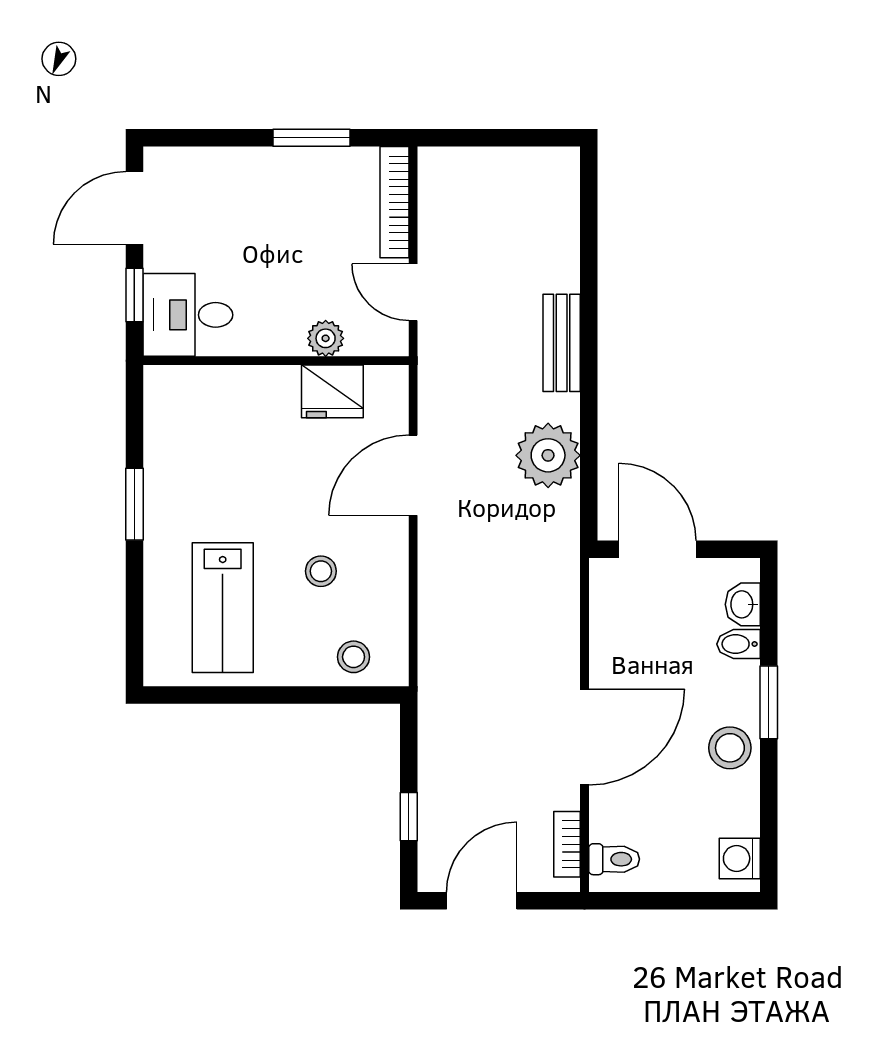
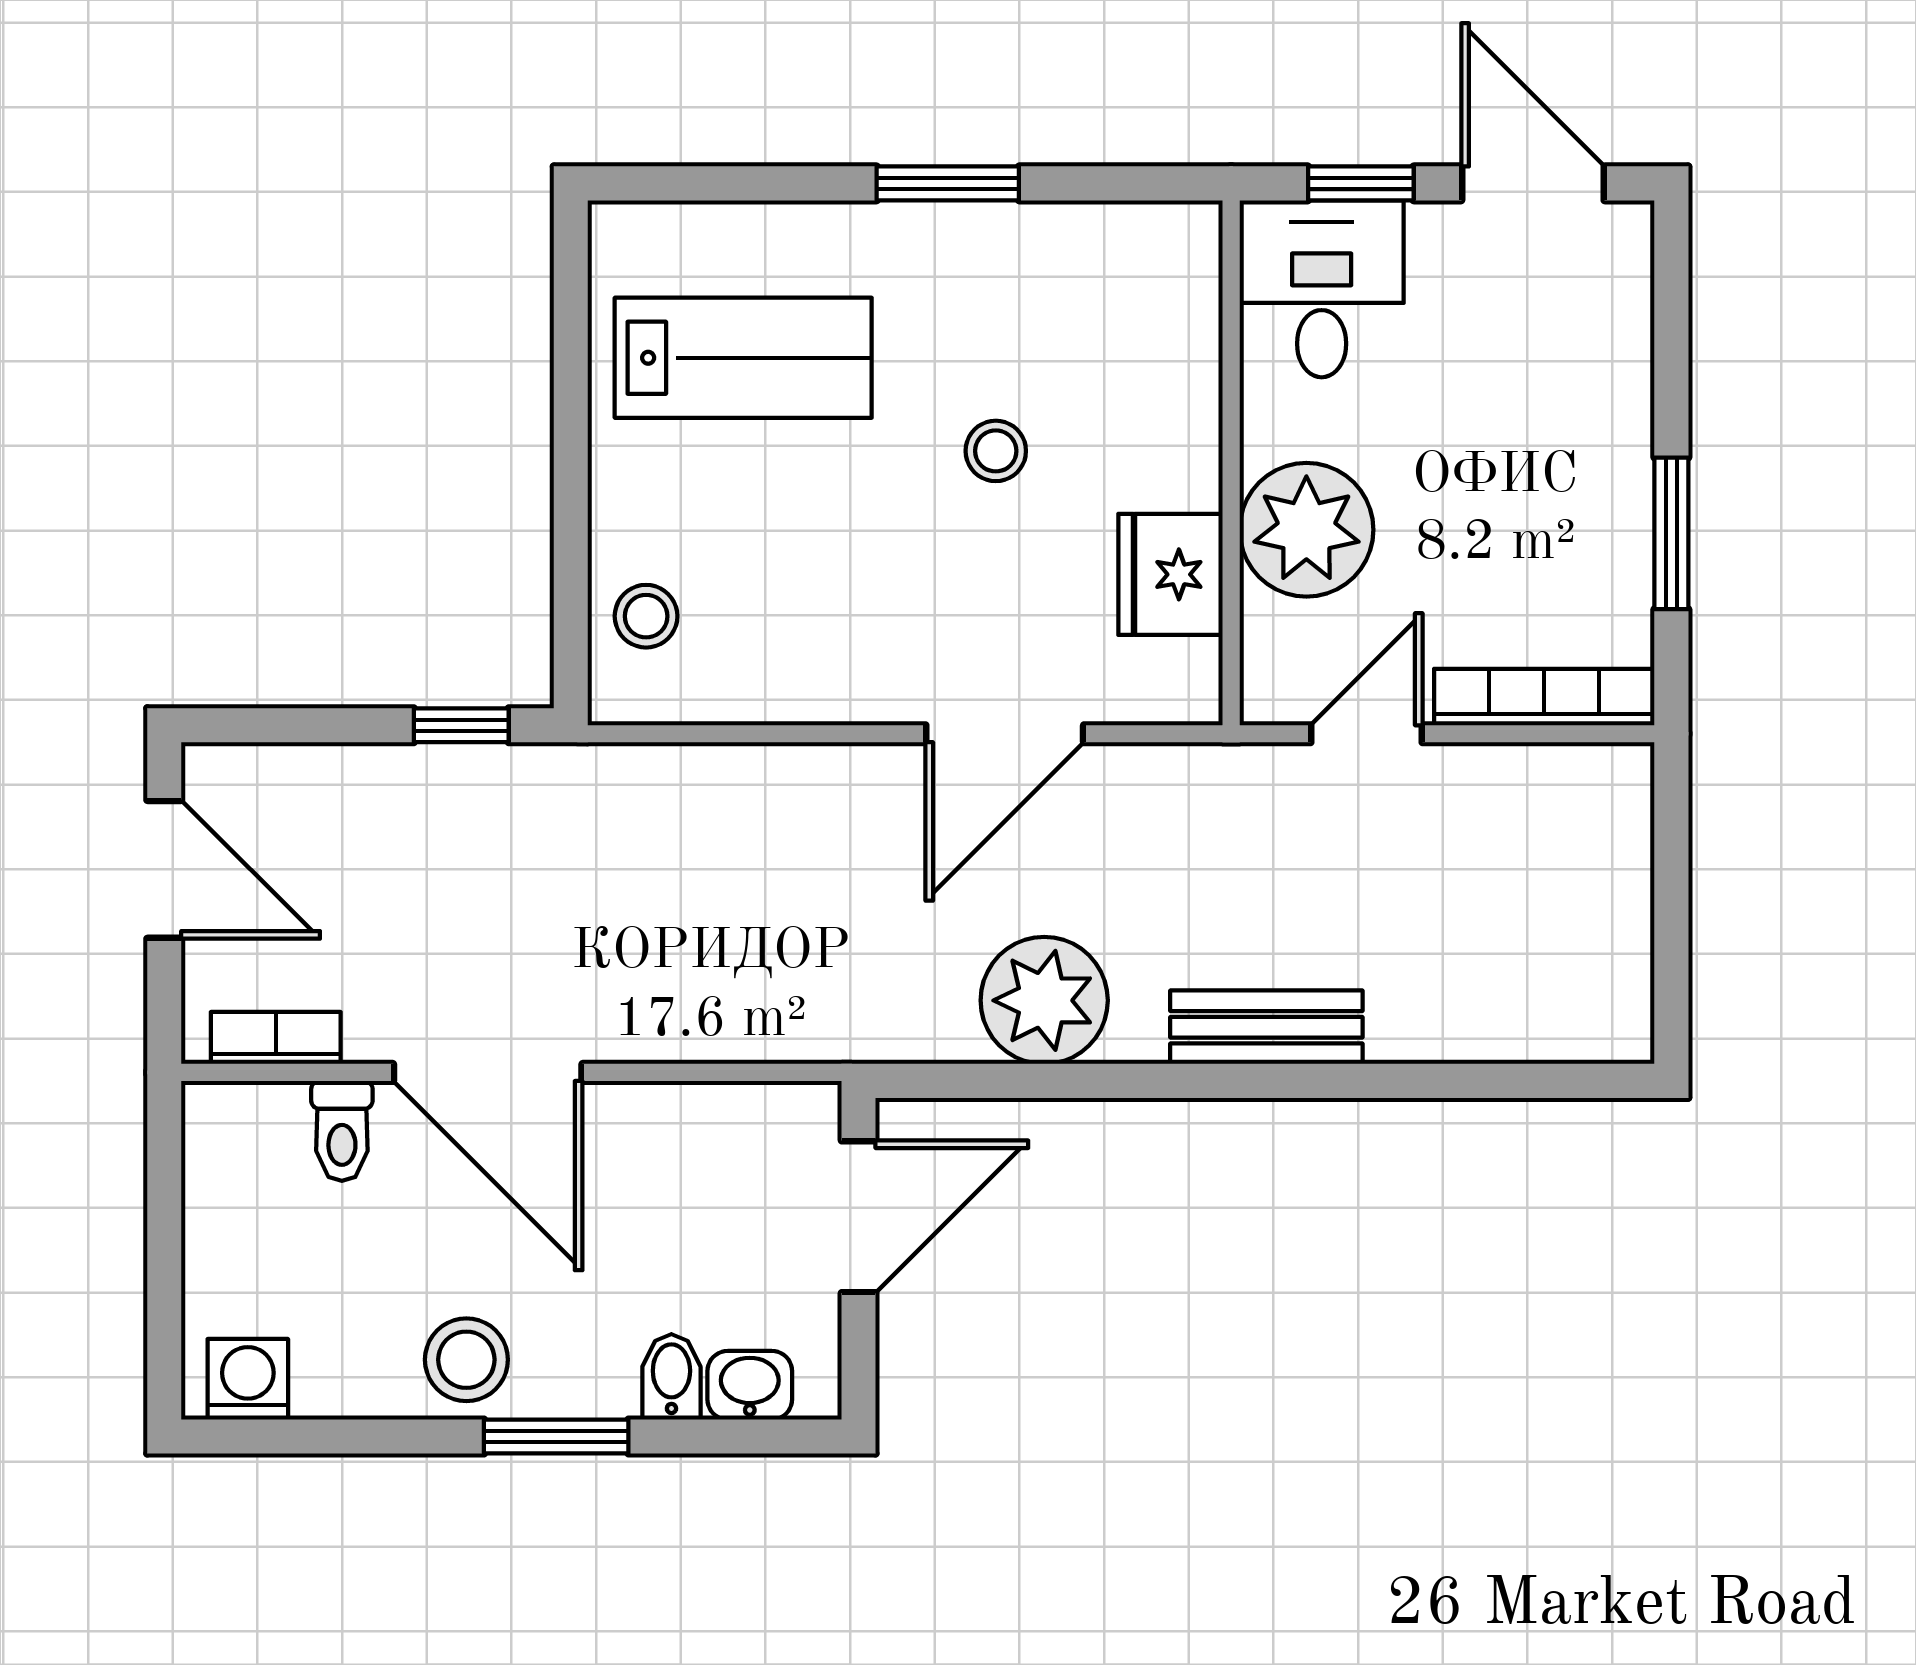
plant: (326, 338) -> (1306, 530), width x1.88, depth x1.88
door: (413, 475) -> (1005, 734), swing flipped
stool: (321, 571) -> (996, 451), moved
lab bench: (223, 608) -> (743, 358), turned 180
window: (409, 817) -> (461, 725), moved
toilet: (614, 859) -> (342, 1131), moved

